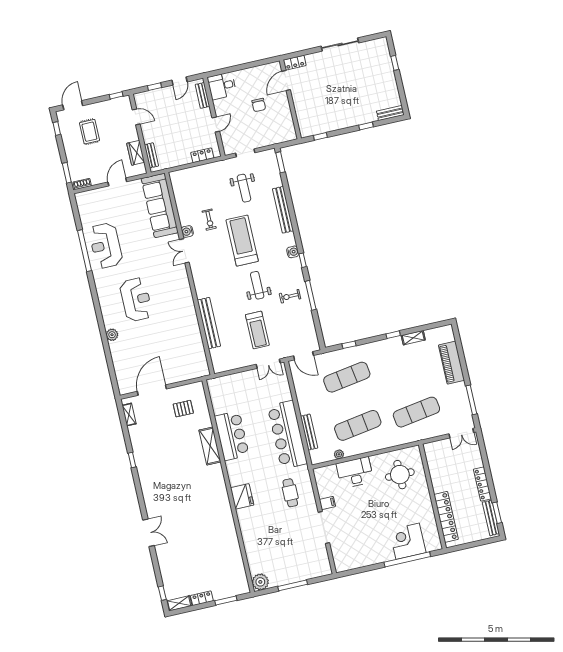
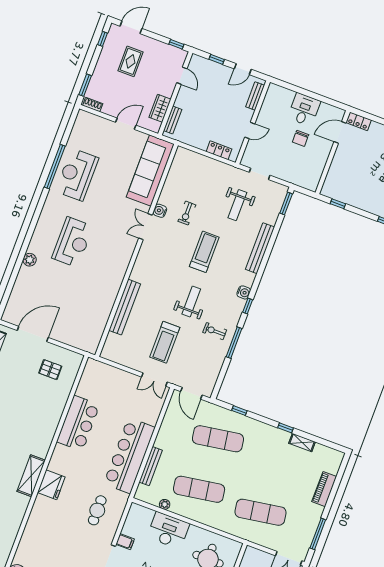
desk: (222, 86) -> (304, 110), moved, turned 90
treadmill: (242, 241) -> (204, 252), width x0.73, depth x0.73
piano: (452, 363) -> (324, 489), width x0.73, depth x0.75
shelving: (210, 446) -> (31, 476), moved

